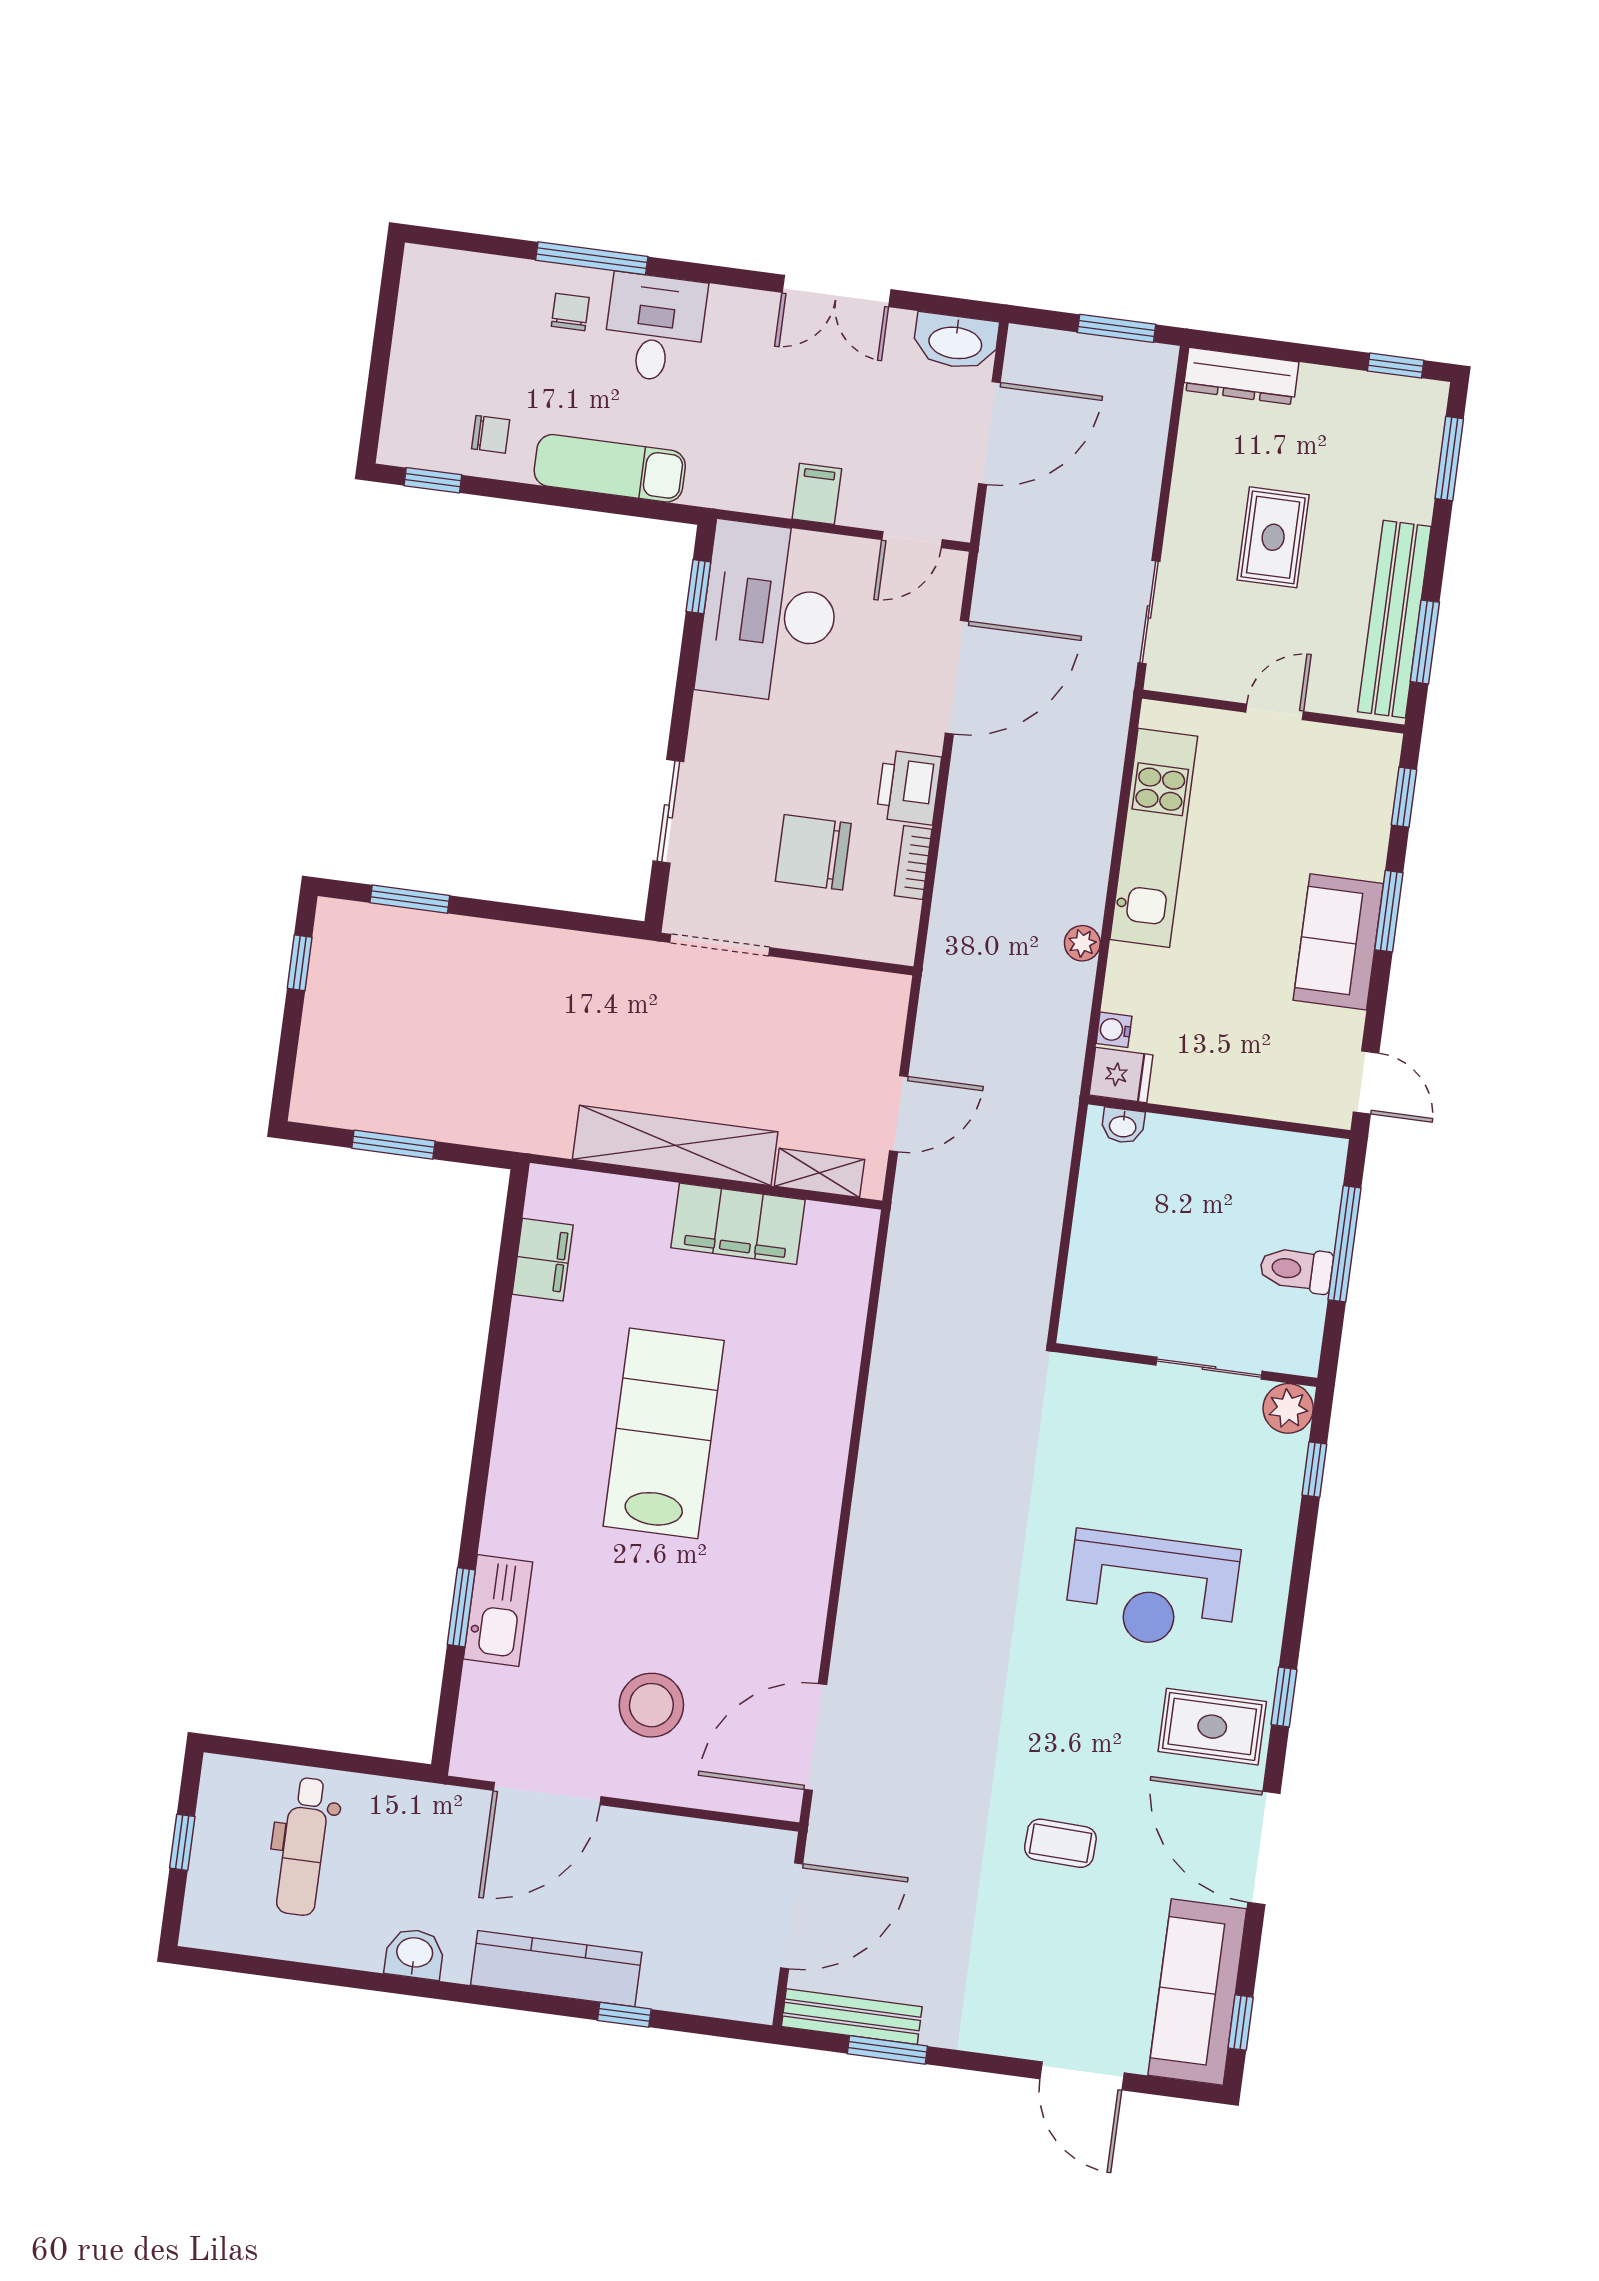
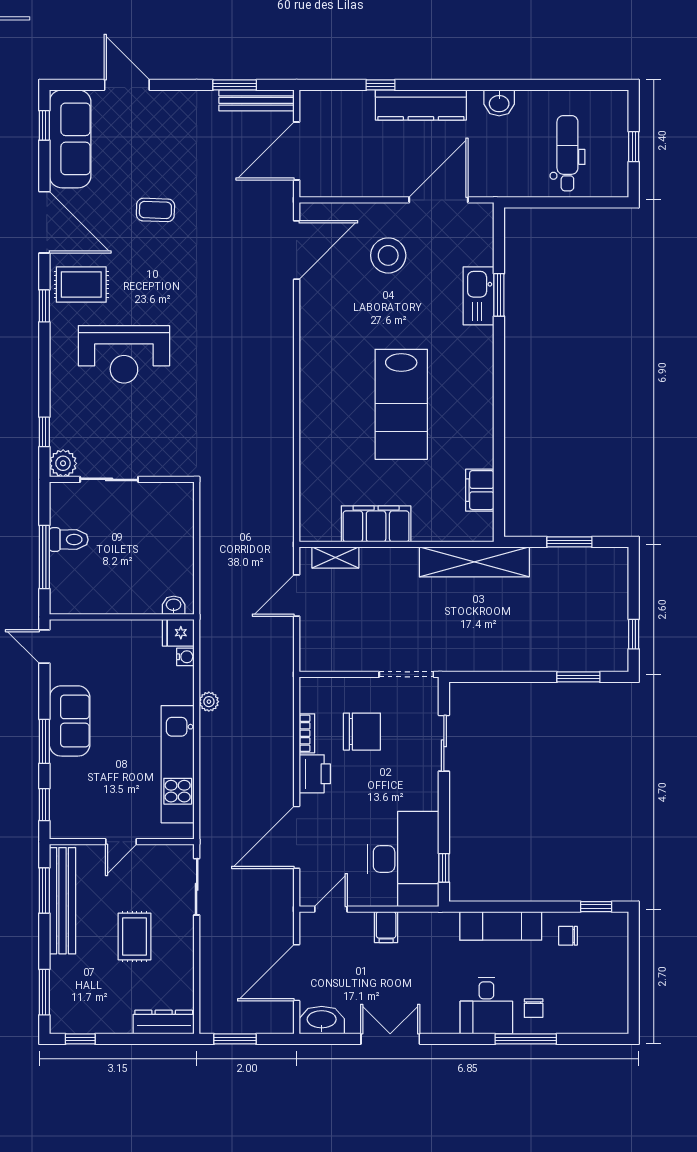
shelving: (675, 1145) -> (474, 562), moved
reception desk: (1152, 1590) -> (124, 354), turned 180

